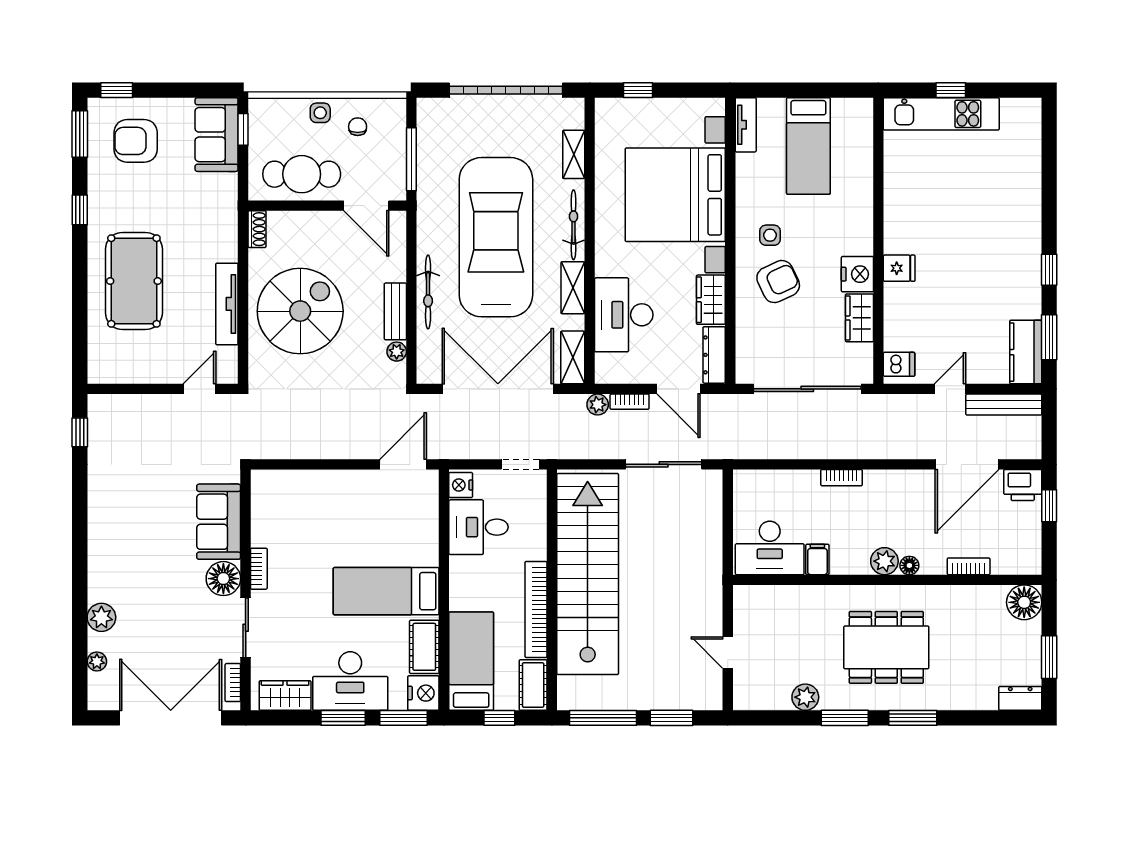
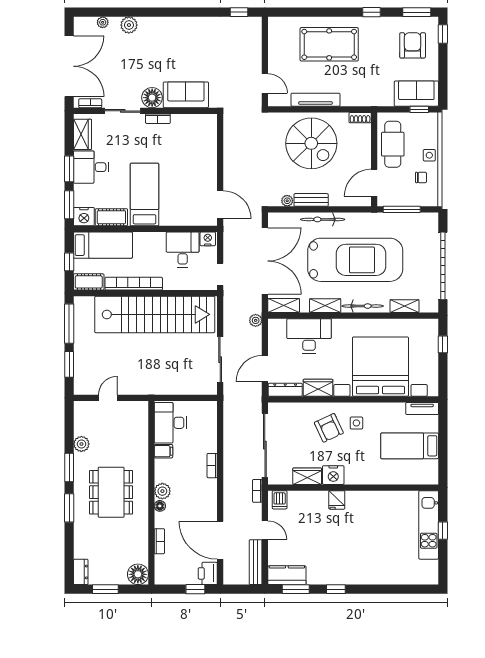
bookcase: (630, 402) -> (257, 491), moved
desk: (350, 681) -> (91, 167), width x0.73

